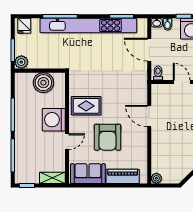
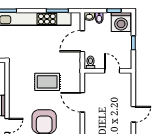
door: (149, 50) -> (82, 41), hinge flipped
rug: (86, 106) -> (47, 82), moved

